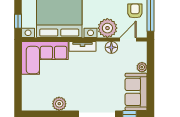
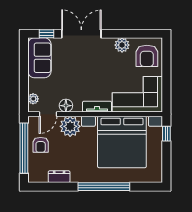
plant: (142, 67) -> (33, 99), moved
armchair: (36, 94) -> (147, 56), added

